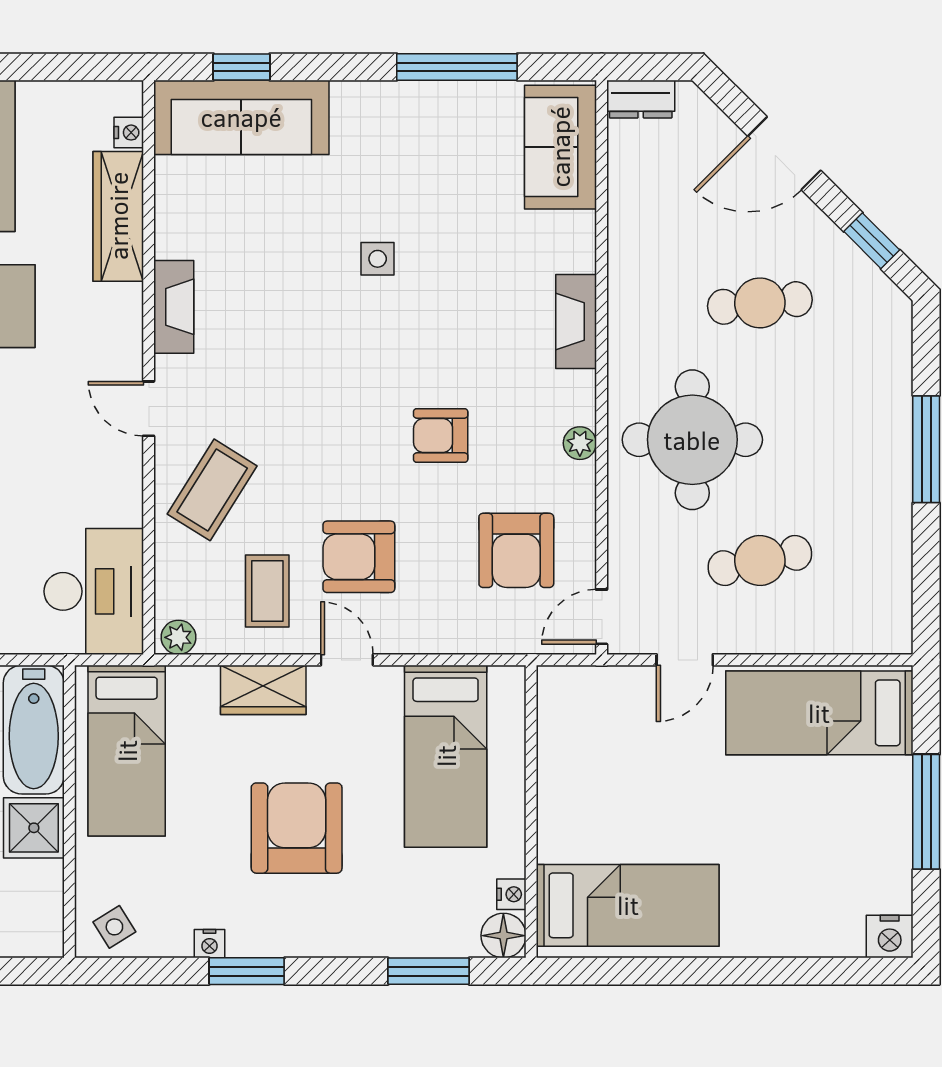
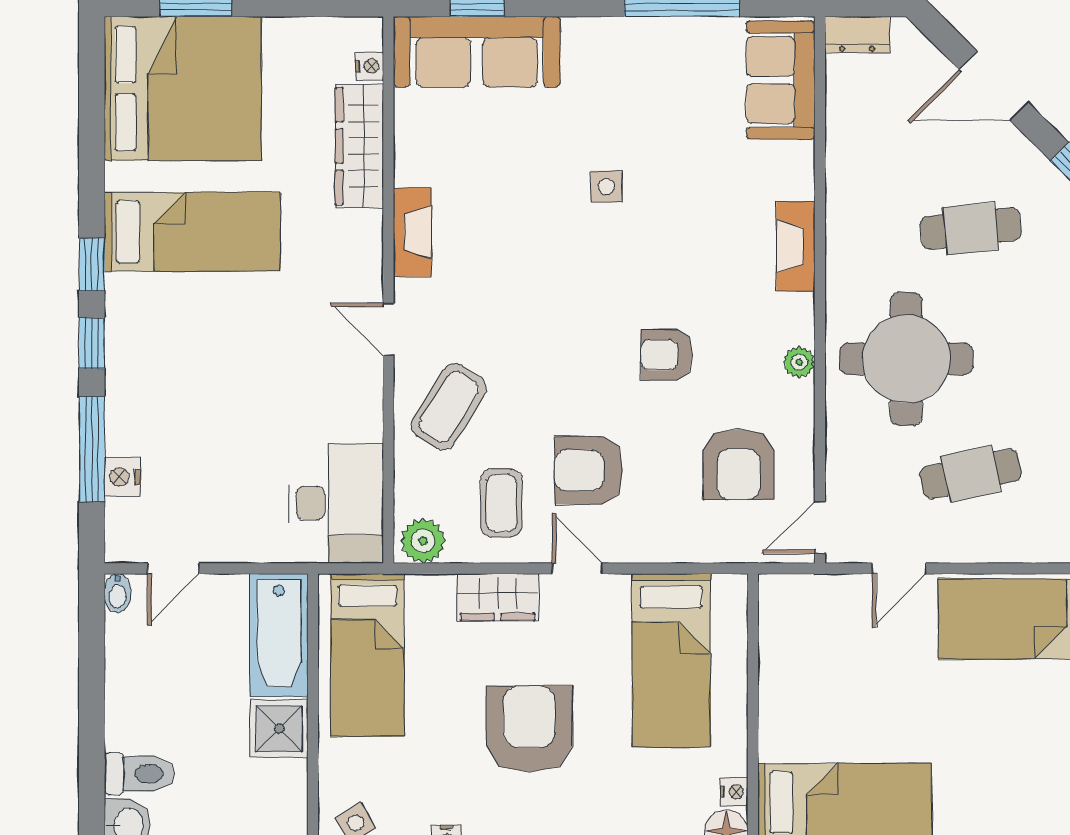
plant: (179, 637) -> (423, 541), width x1.38, depth x1.38

